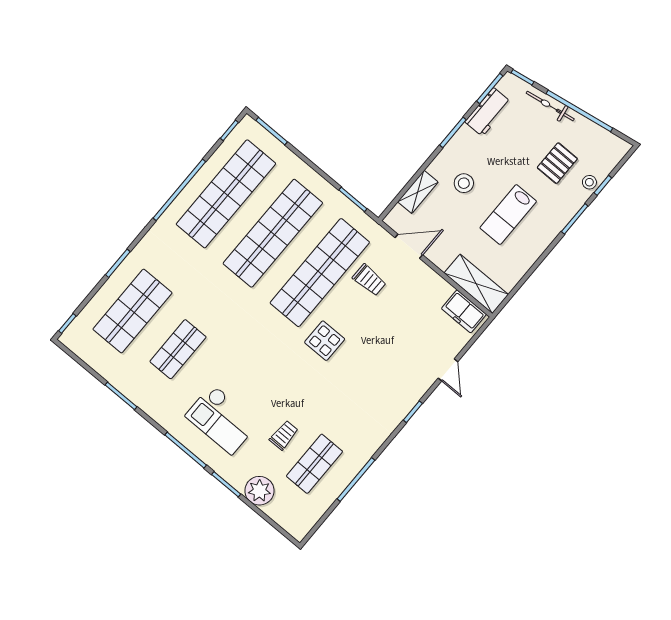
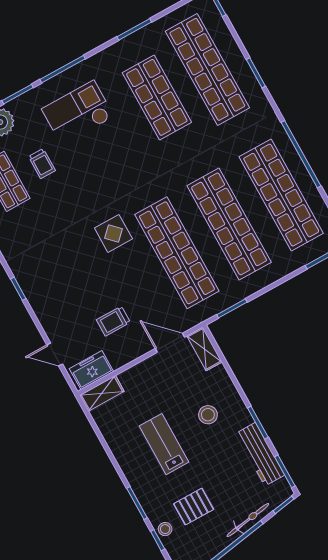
workbench: (488, 112) -> (260, 454), width x1.38
pallet: (557, 163) -> (194, 507), turned 90
shelving: (418, 192) -> (204, 349), moved
door: (409, 246) -> (170, 343), swing flipped
trolley: (369, 280) -> (113, 321), moved
shelving: (476, 284) -> (102, 393), width x0.67, depth x0.75
shop shelf: (132, 311) -> (207, 69), width x1.40
shop shelf: (178, 349) -> (157, 97), width x1.43, depth x1.36
door: (448, 370) -> (55, 355), moved

